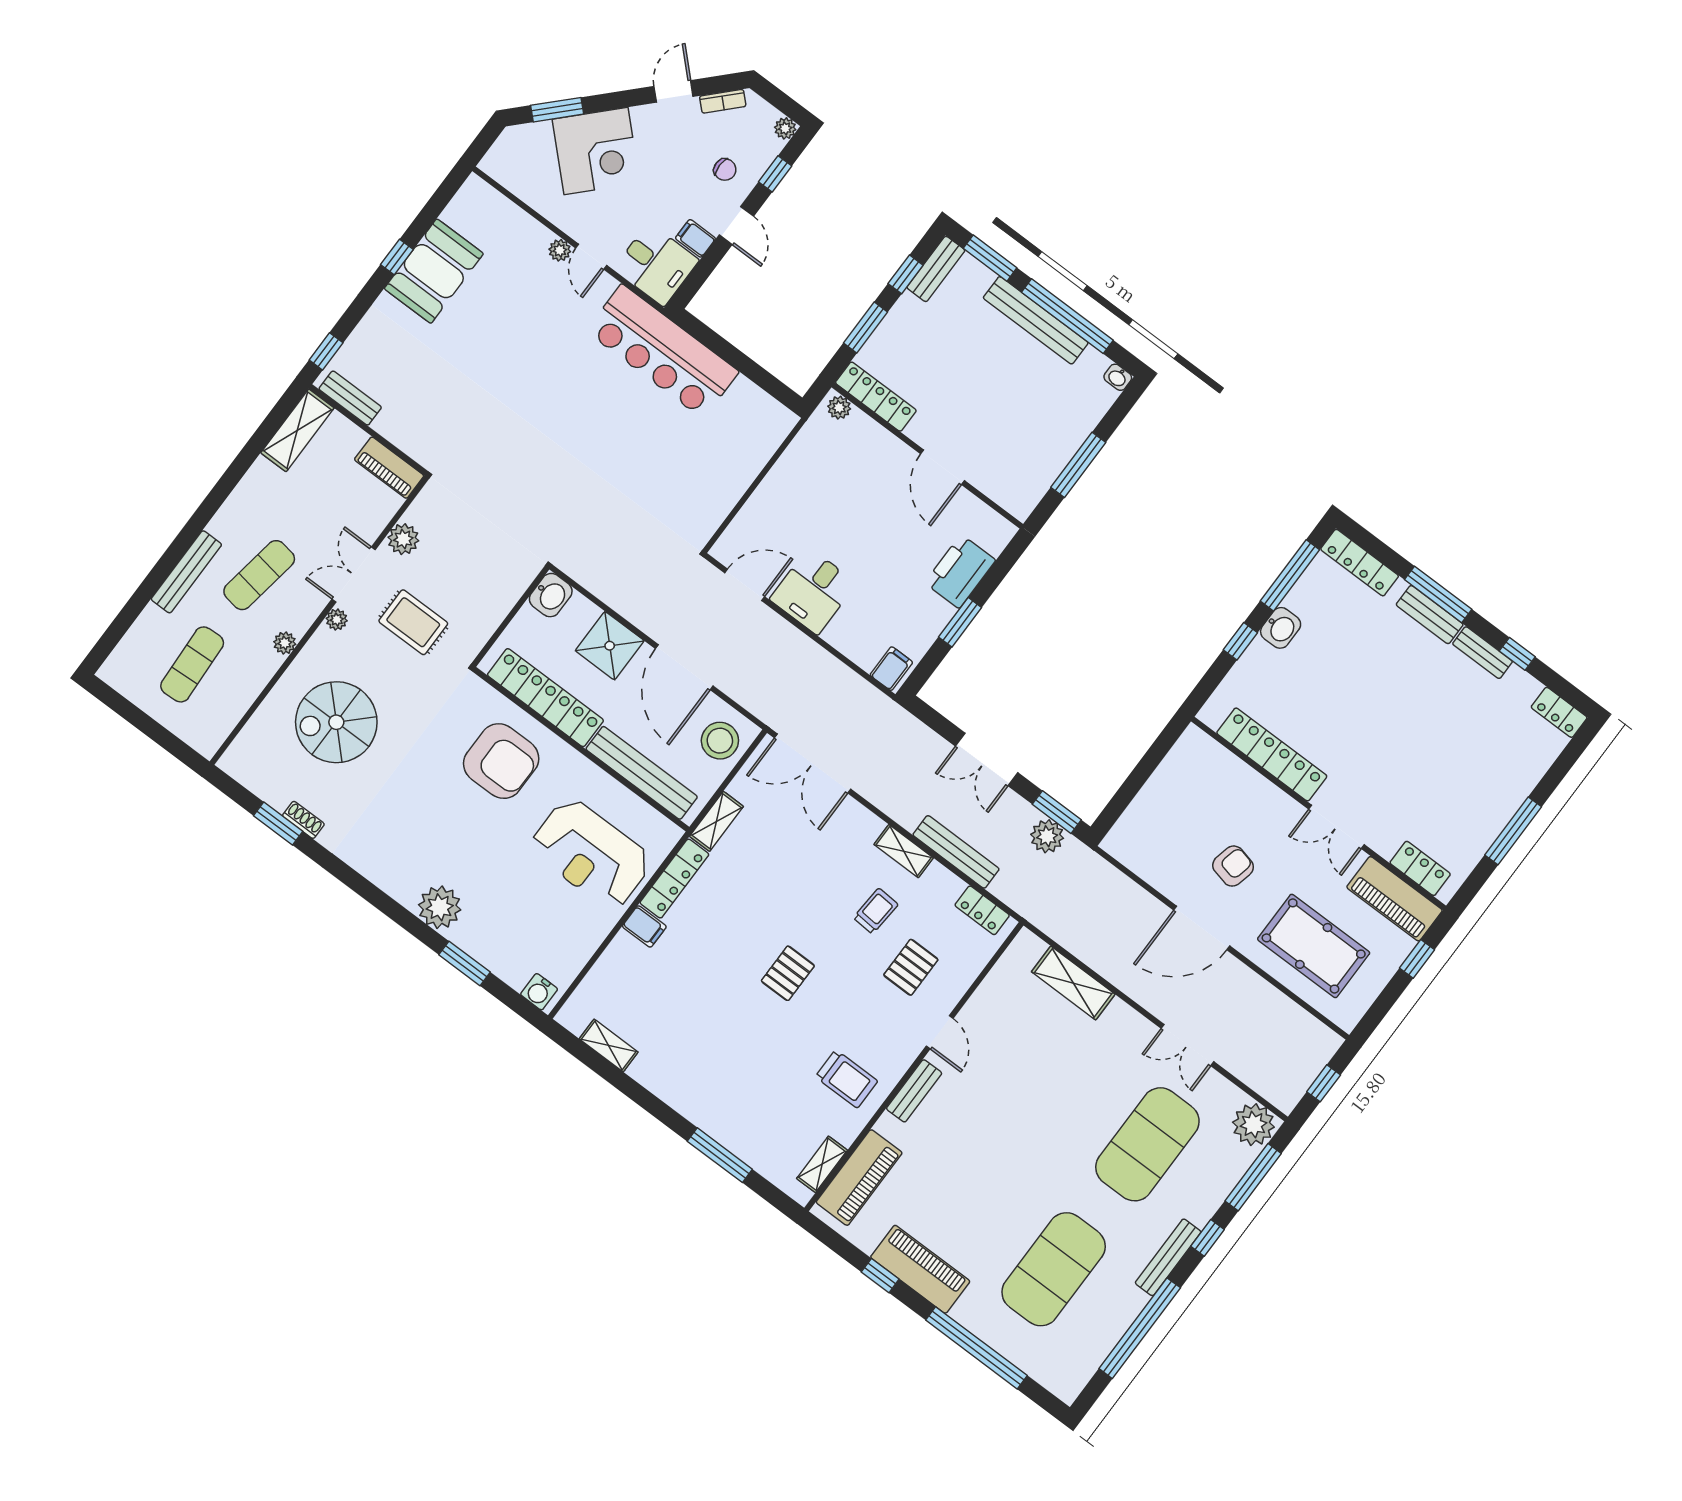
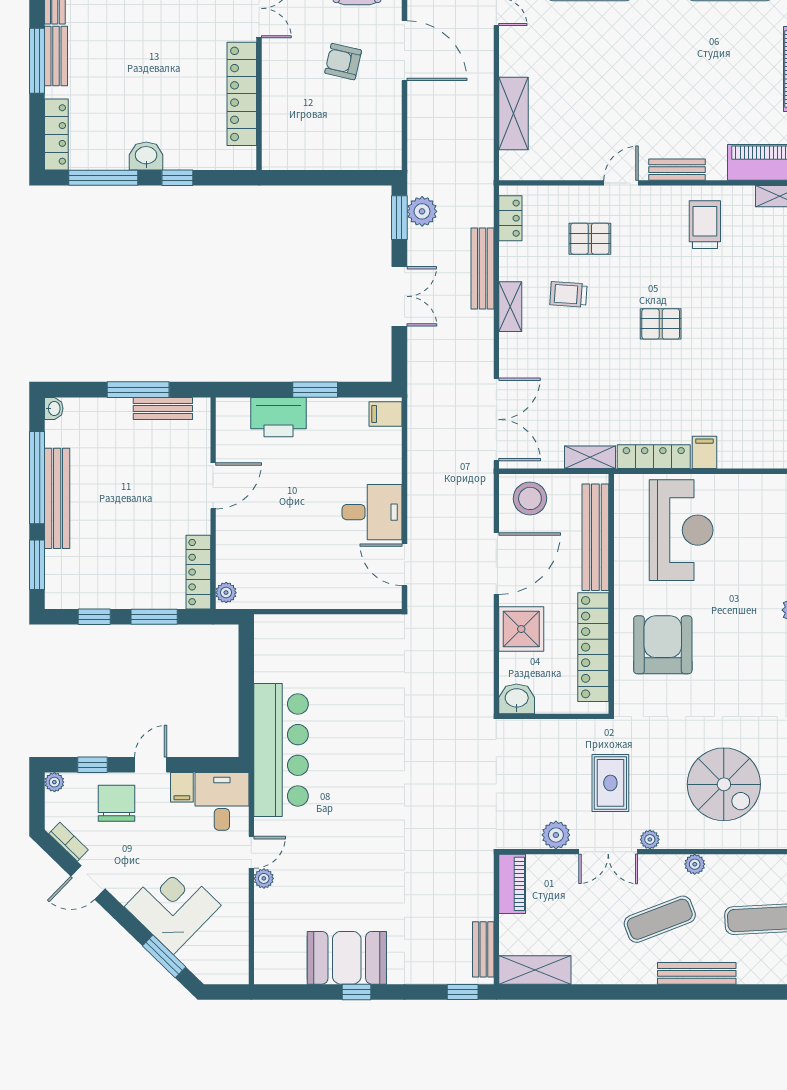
chair: (725, 170) -> (116, 803), width x1.87, depth x1.87
bench: (936, 269) -> (163, 408), moved
exercise mat: (259, 575) -> (660, 919), turned -30

